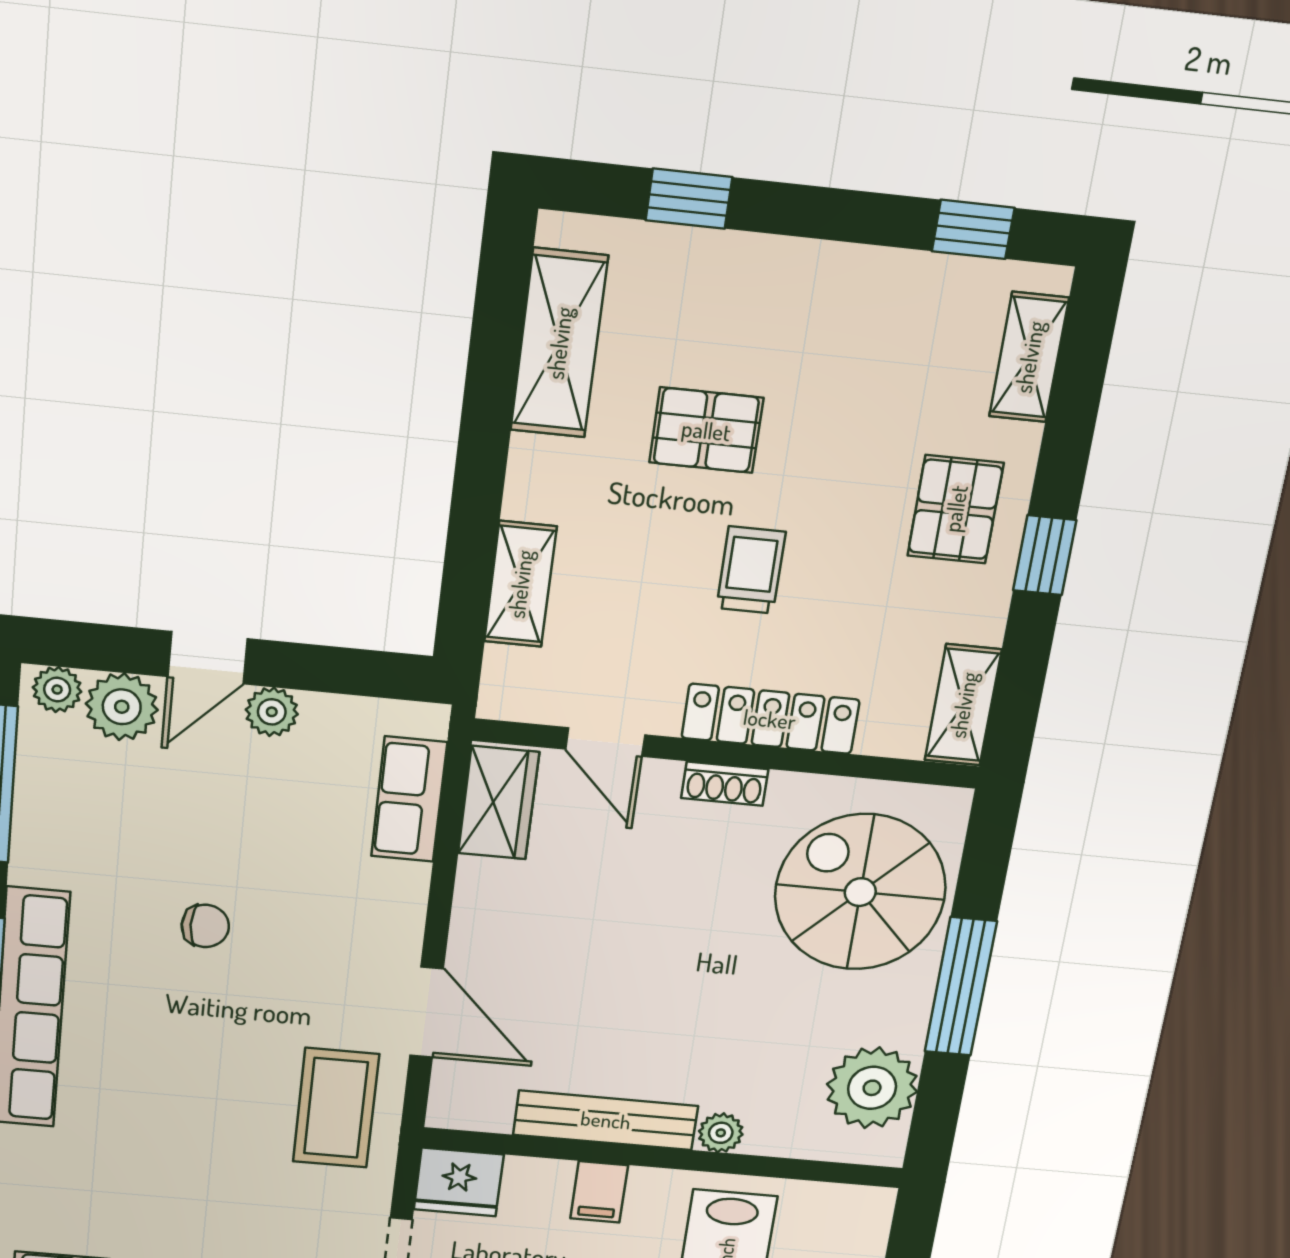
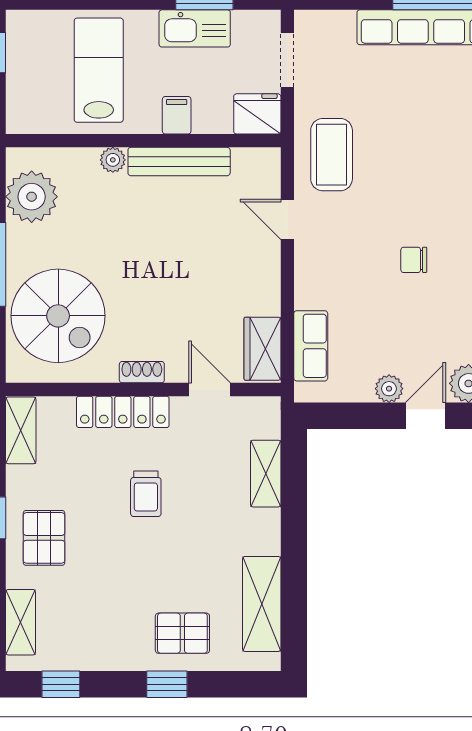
window: (689, 199) -> (167, 684), moved
pallet: (706, 430) -> (182, 633), moved
door: (427, 1012) -> (287, 219), width x0.73

